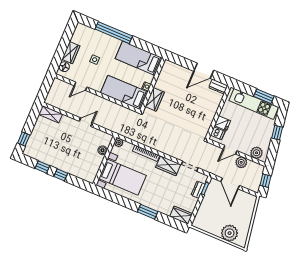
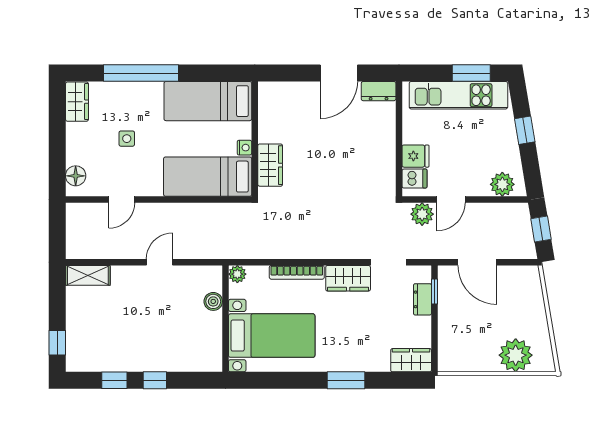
wardrobe: (71, 53) -> (77, 102), moved
plant: (241, 162) -> (422, 214), moved

